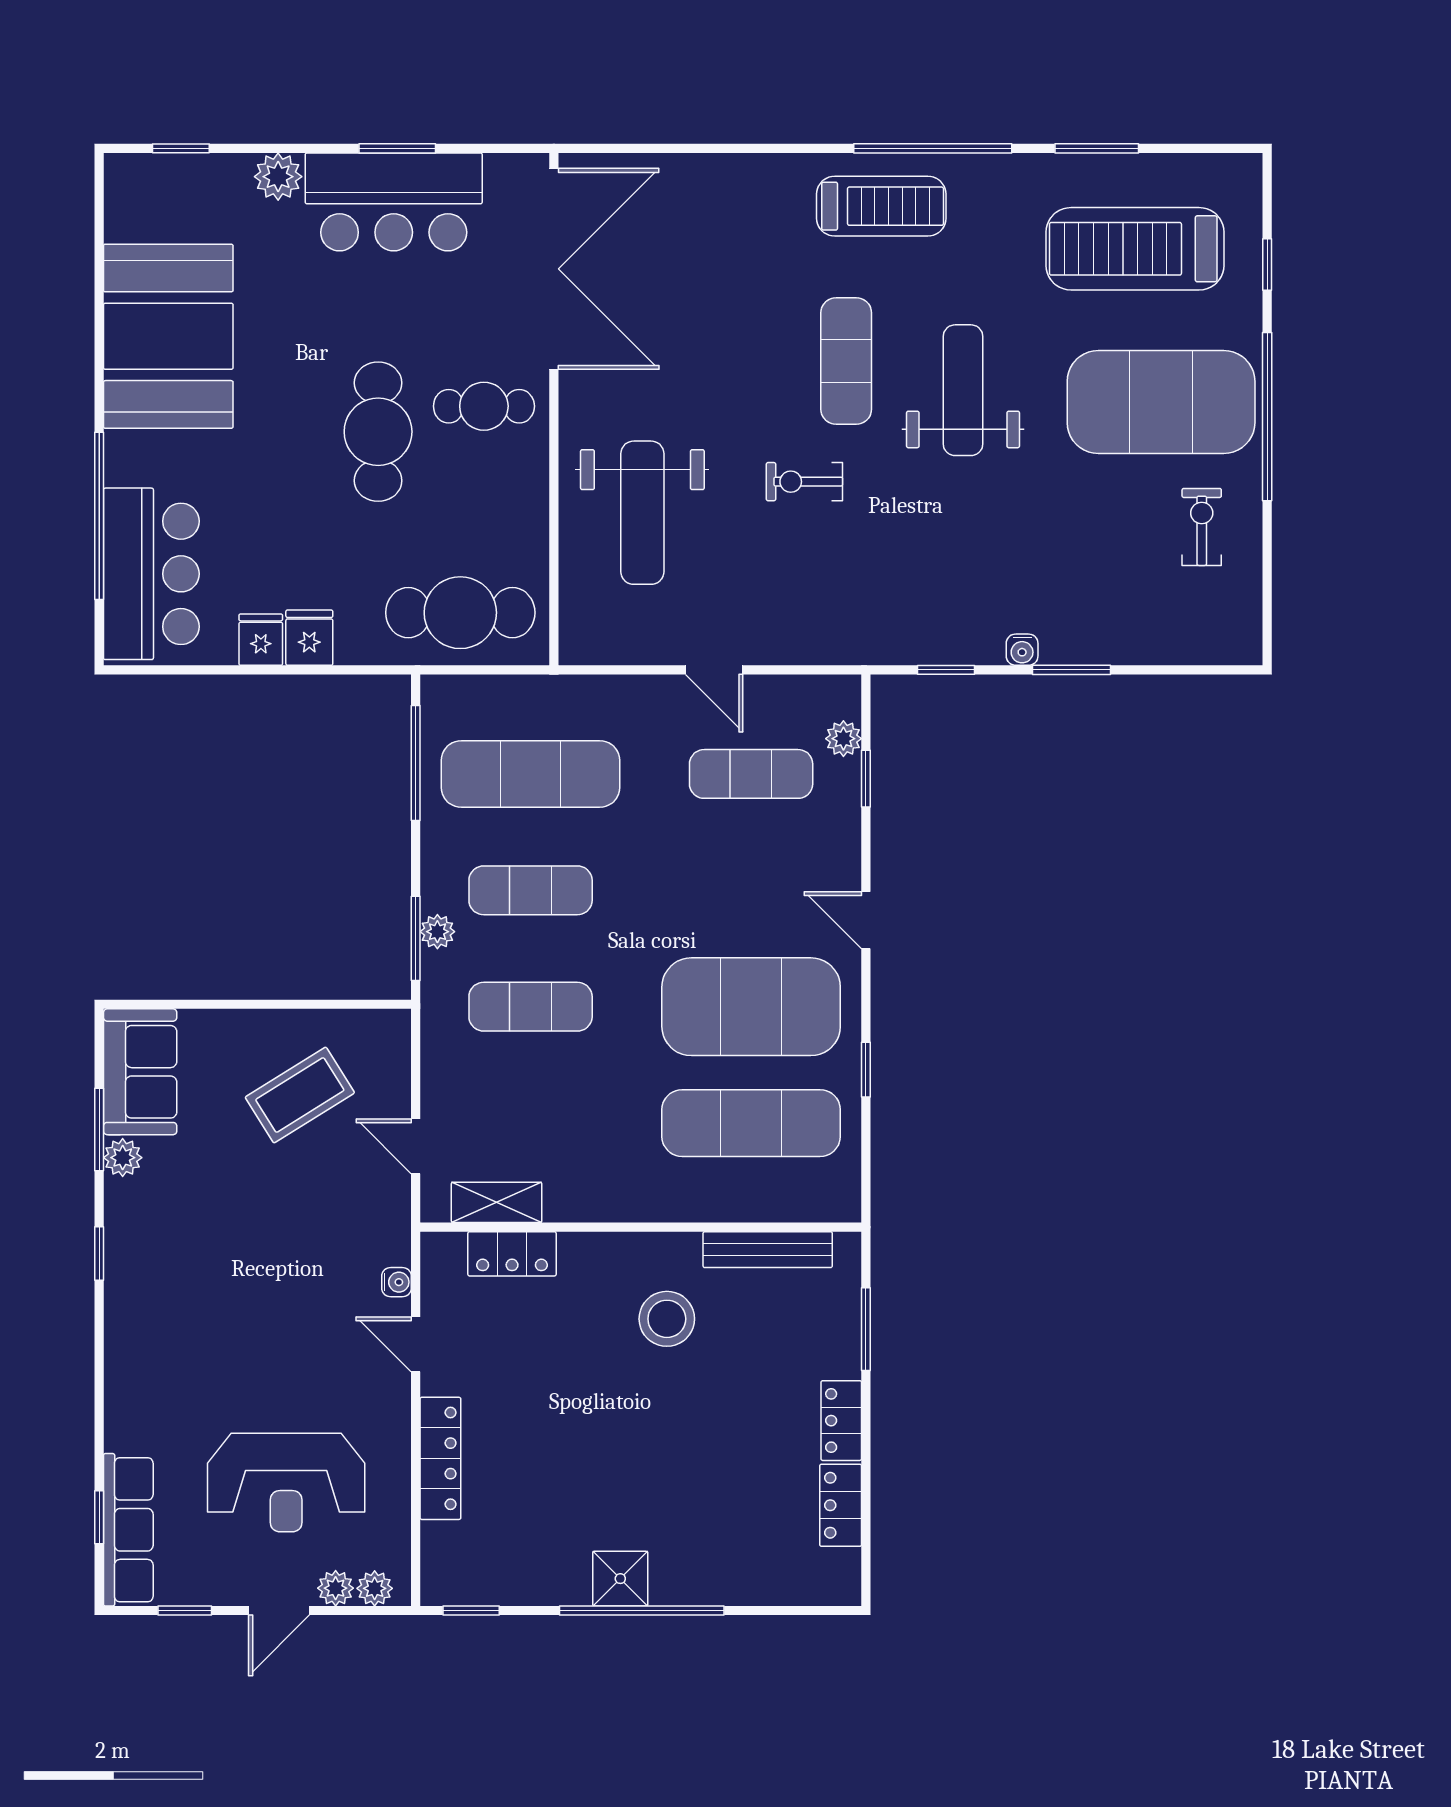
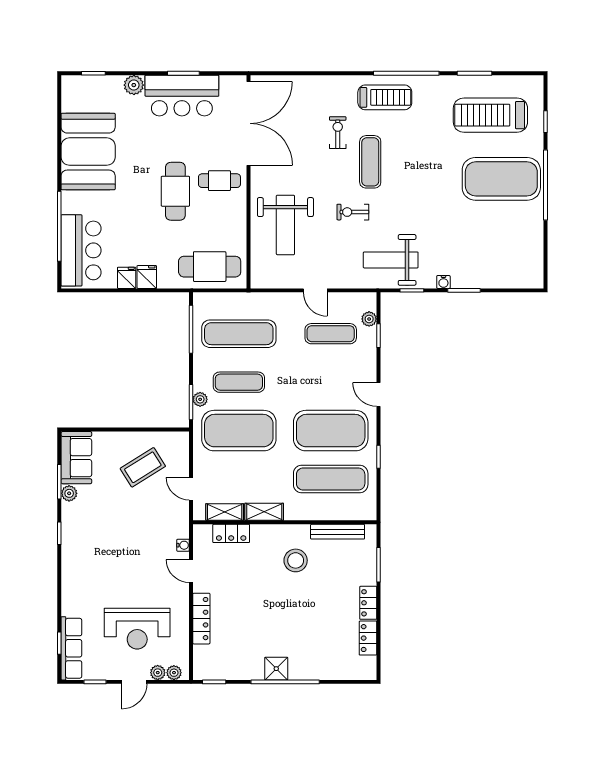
weight bench: (963, 390) -> (391, 260), moved, turned -90
exercise bike: (1202, 527) -> (338, 133), moved
exercise mat: (531, 1007) -> (239, 431), width x2.00, depth x1.45
shelving: (591, 1202) -> (264, 512), added

